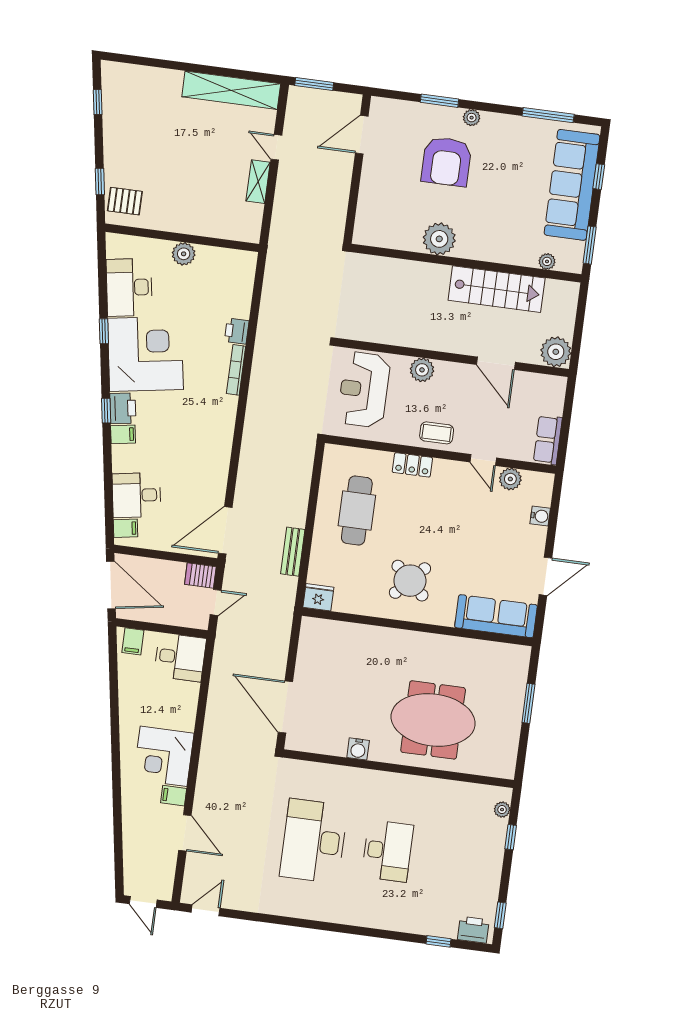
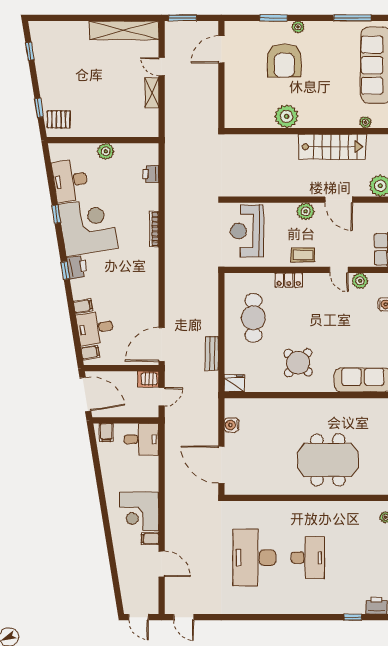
printer: (237, 331) -> (151, 174), moved
plant: (422, 370) -> (306, 211), moved
filing cabinet: (123, 434) -> (83, 306), moved
water cooler: (358, 749) -> (231, 425), moved, turned 90
door: (206, 910) -> (184, 617), swing flipped

